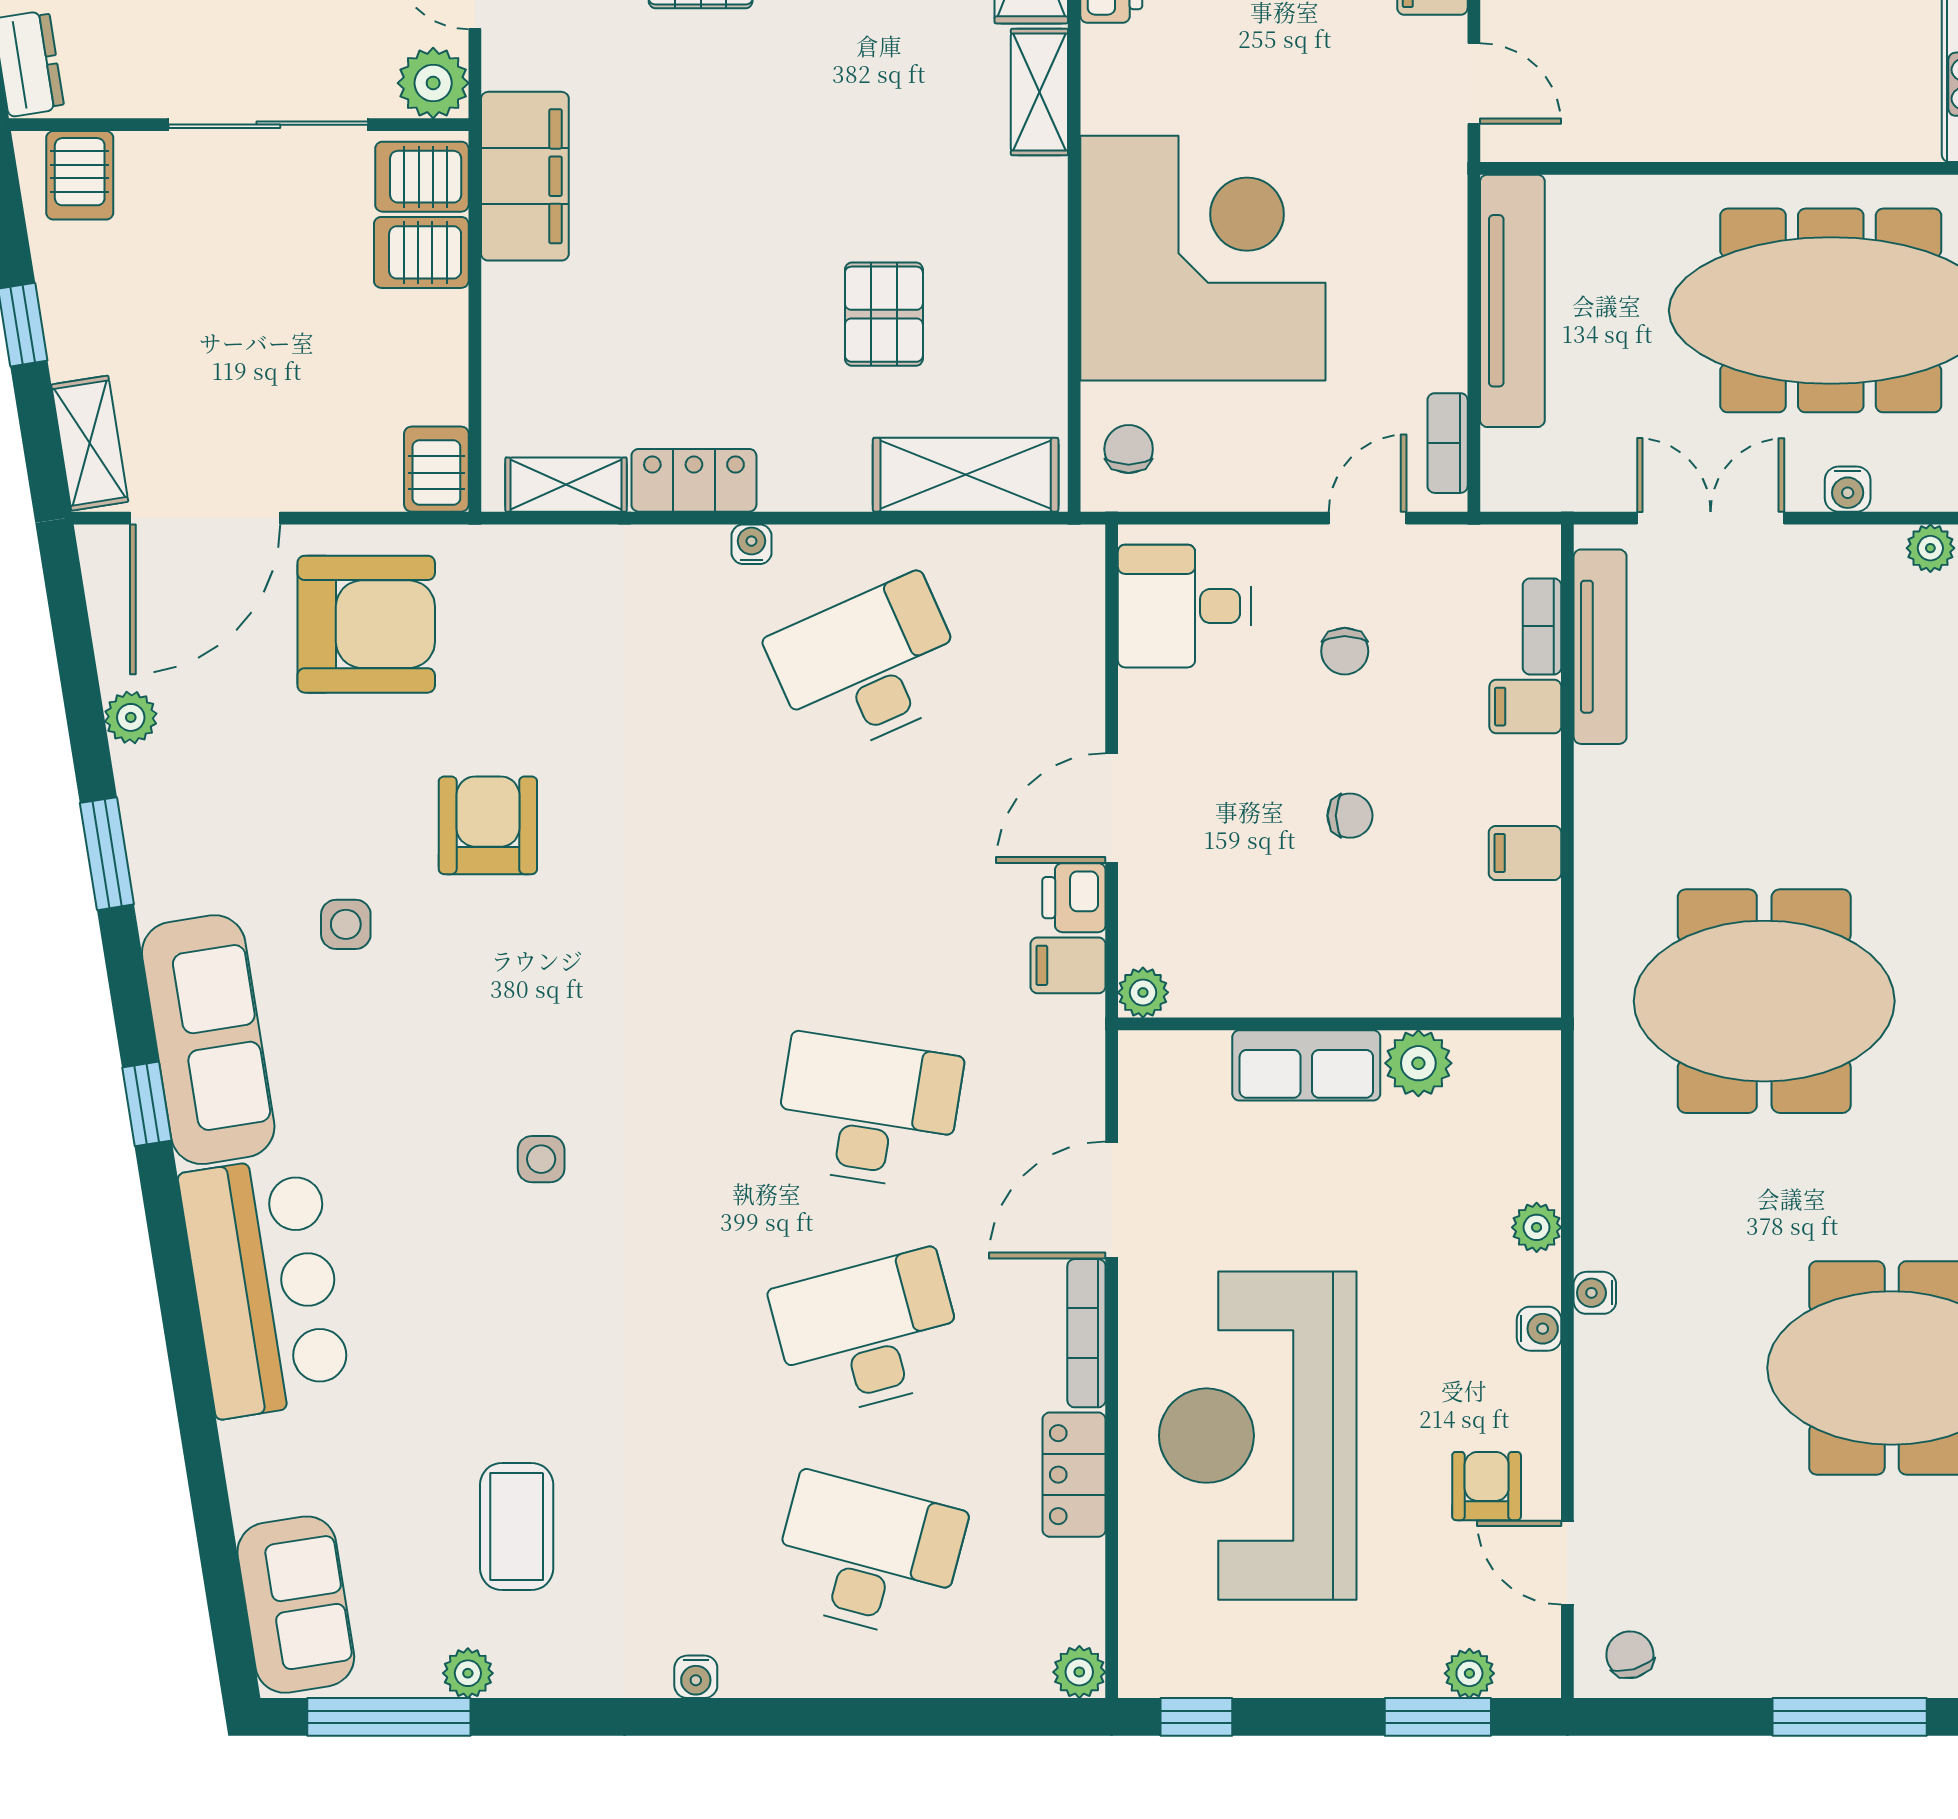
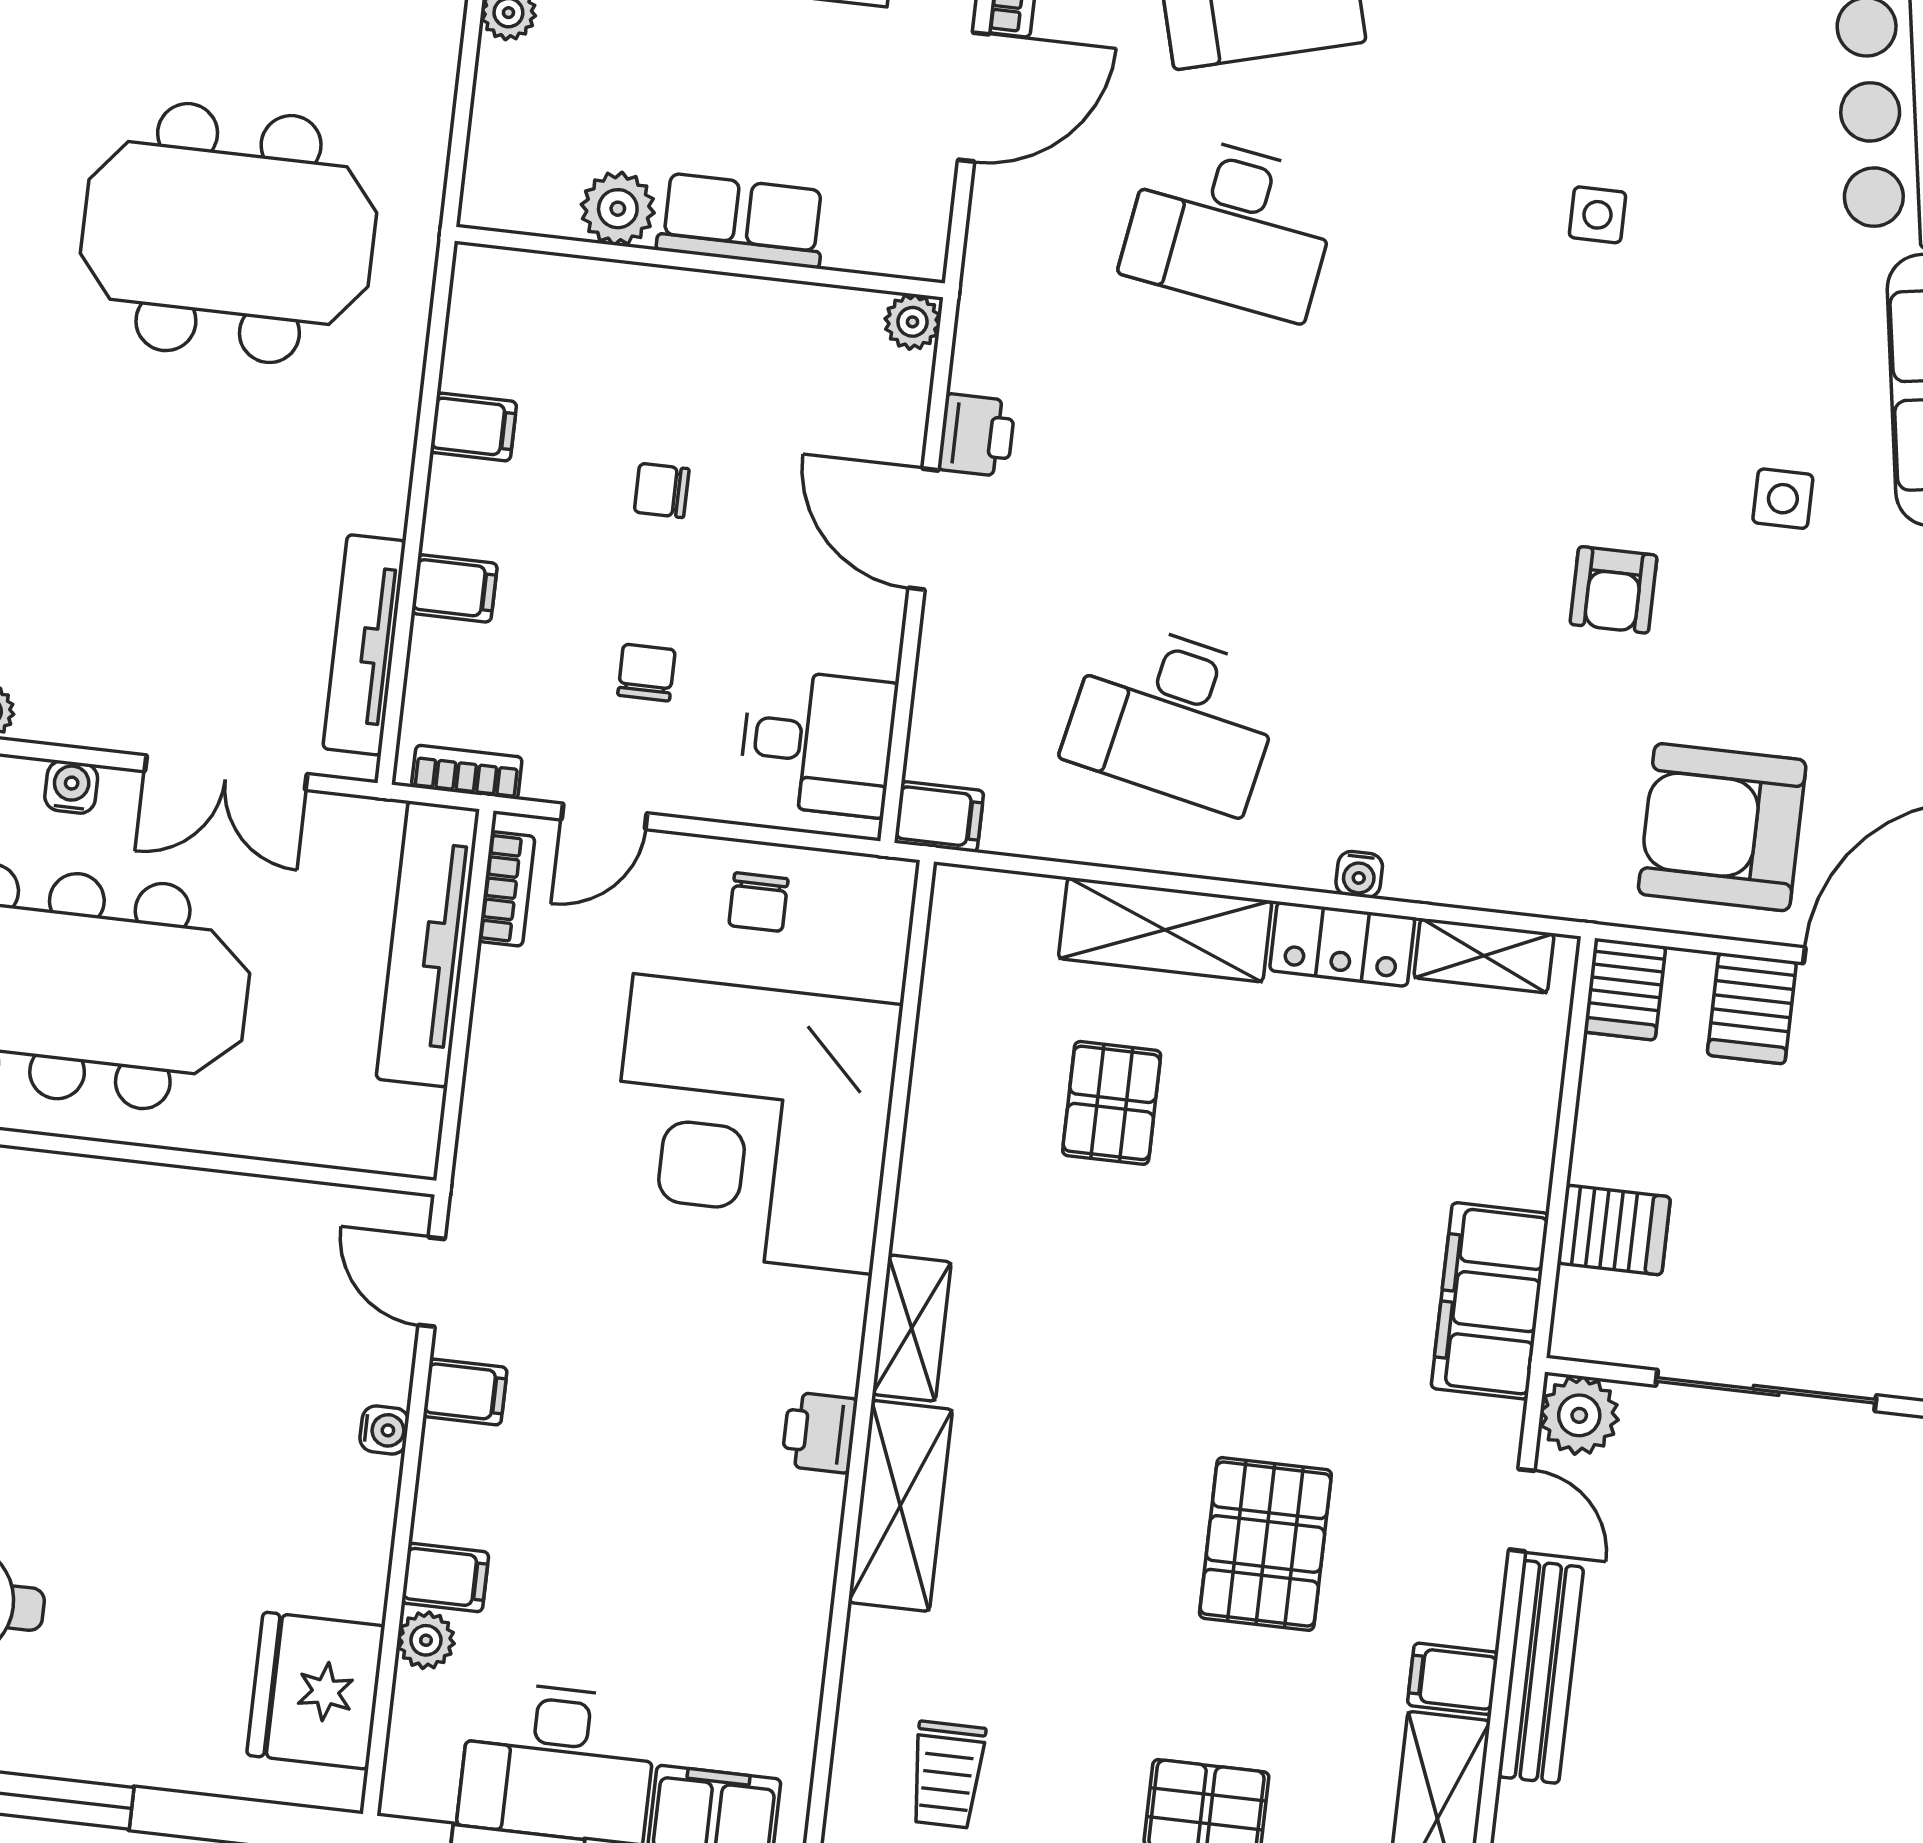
server rack: (422, 177) -> (1752, 1008), moved, turned 90
tv unit: (1512, 301) -> (428, 944), moved
chair: (1129, 449) -> (758, 902), moved
shelving: (966, 475) -> (1165, 930), moved
water cooler: (751, 544) -> (1359, 874), moved
bookcase: (1542, 626) -> (467, 772), moved, turned -90
desk: (868, 666) -> (1174, 717), turned 36
door: (1112, 808) -> (923, 529), swing flipped
armchair: (488, 825) -> (1614, 590), width x0.72, depth x0.72
filing cabinet: (1068, 965) -> (939, 817), moved

